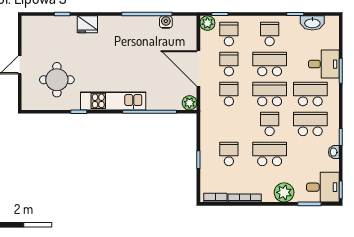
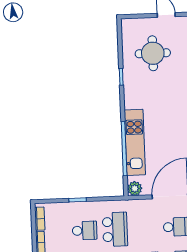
school desk: (229, 94) -> (115, 229), moved, width x1.85
kitchen unit: (113, 101) -> (135, 142), moved

